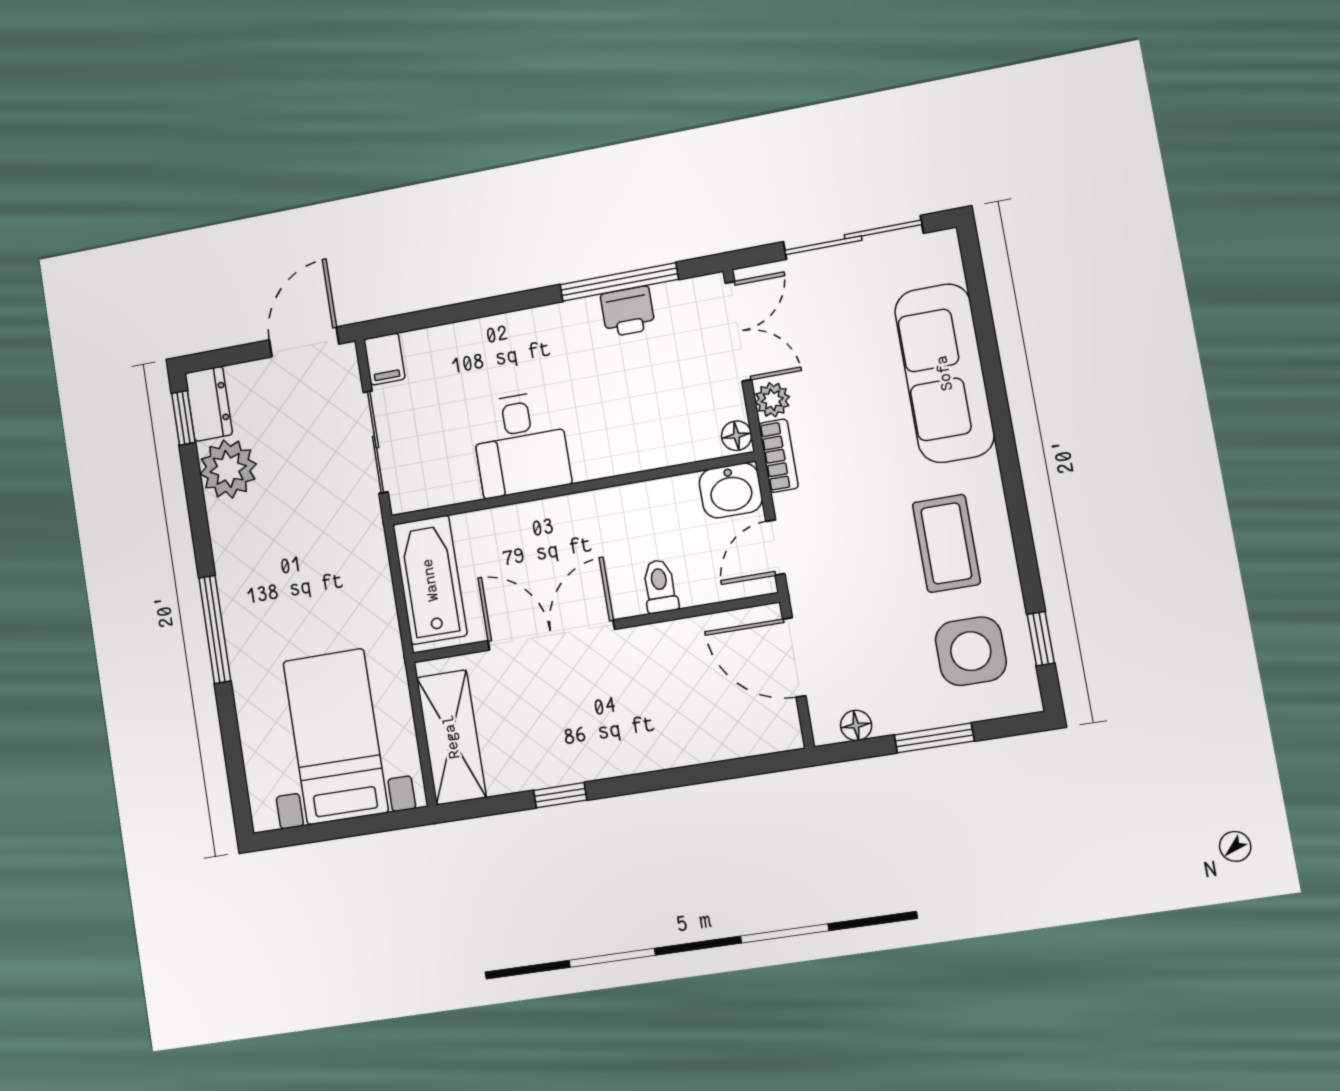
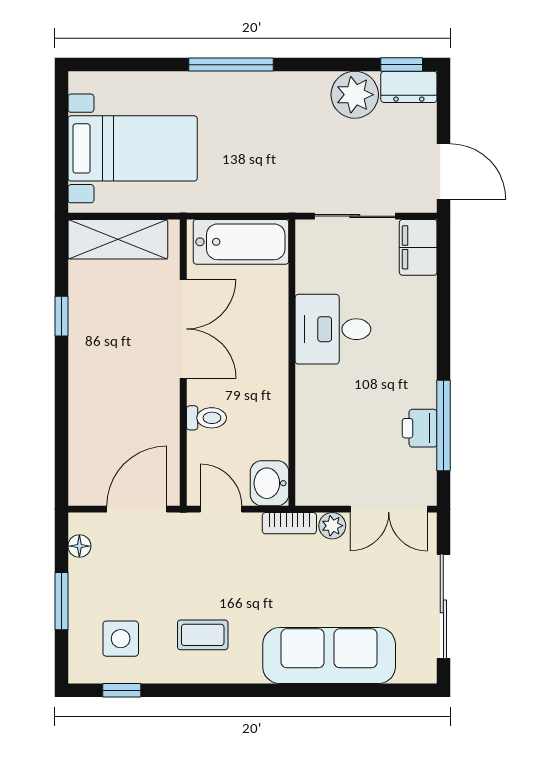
filing cabinet: (384, 359) -> (418, 247), width x2.00
floor lamp: (737, 436) -> (310, 494), removed
coffee table: (946, 543) -> (203, 635), width x0.73, depth x0.77
side table: (971, 651) -> (121, 639), width x0.73, depth x0.73

